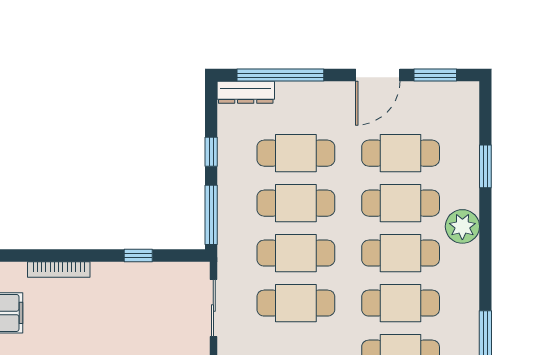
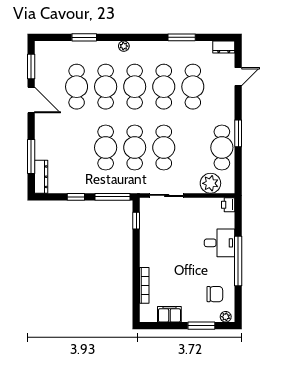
window: (280, 75) -> (31, 157), width x0.68
cafe table: (296, 153) -> (77, 148), removed
plant: (462, 226) -> (124, 46), width x0.53, depth x0.53
window: (138, 256) -> (136, 221), moved

